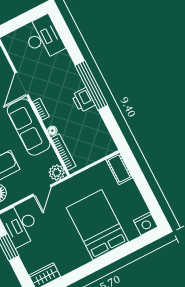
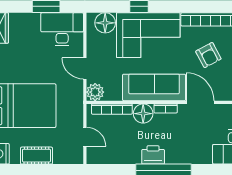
floor lamp: (52, 131) -> (143, 114), width x1.89, depth x1.89
door: (97, 162) -> (85, 137), added
cot: (119, 169) -> (36, 156), moved

